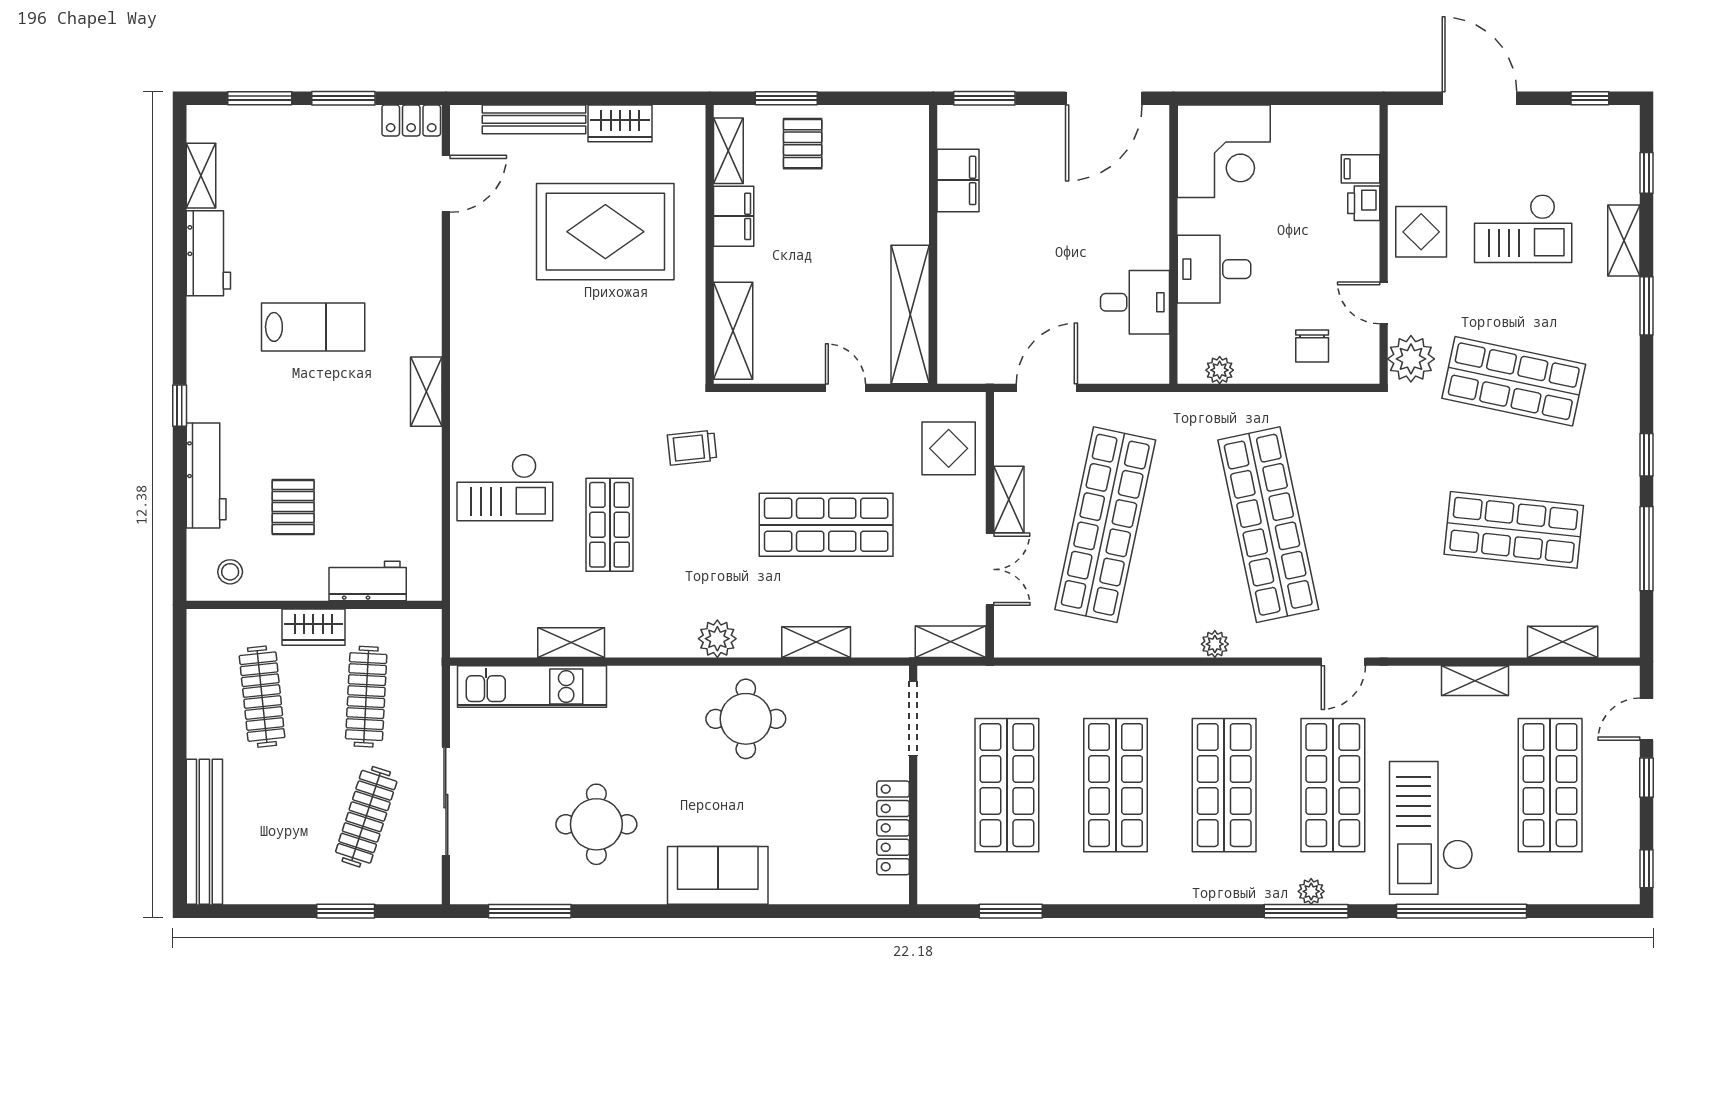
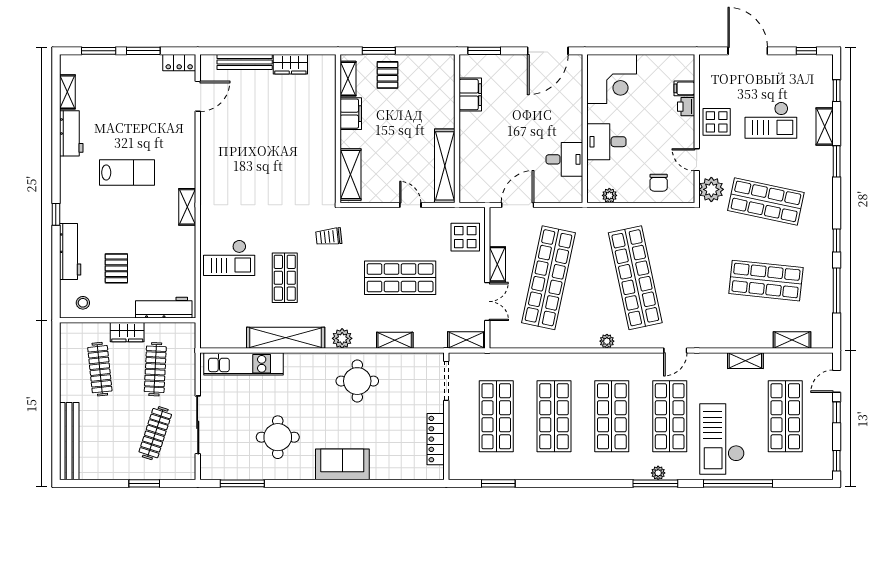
rug: (605, 232) -> (283, 122), removed
workbench: (368, 581) -> (164, 308), width x1.38
shelving: (571, 643) -> (286, 338), width x2.20, depth x1.33

